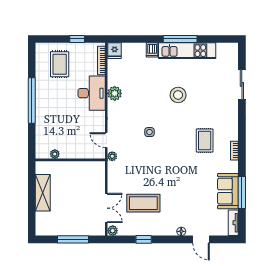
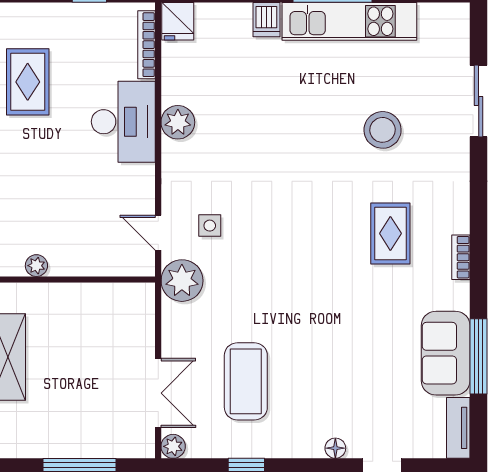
rug: (60, 64) -> (28, 82), moved
stool: (178, 95) -> (383, 130), moved
side table: (149, 132) -> (210, 226), moved
plant: (112, 156) -> (182, 281), width x1.88, depth x1.88
coffee table: (143, 203) -> (246, 381), turned 90

